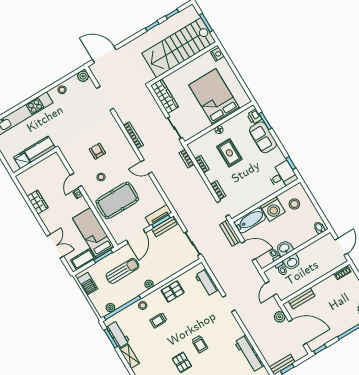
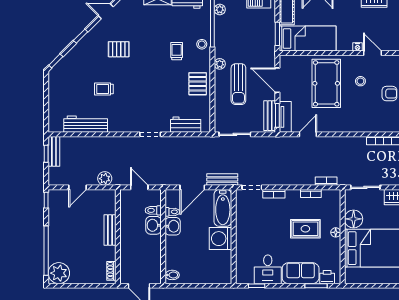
floor lamp: (202, 123) -> (354, 219), added
door: (146, 167) -> (308, 134), moved
desk: (282, 176) -> (268, 269), moved
stool: (294, 204) -> (212, 264), removed
sun lounger: (122, 271) -> (238, 84), moved
bench: (302, 298) -> (110, 230), moved
door: (298, 332) -> (78, 187), width x0.53
trolley: (200, 344) -> (104, 89), moved

